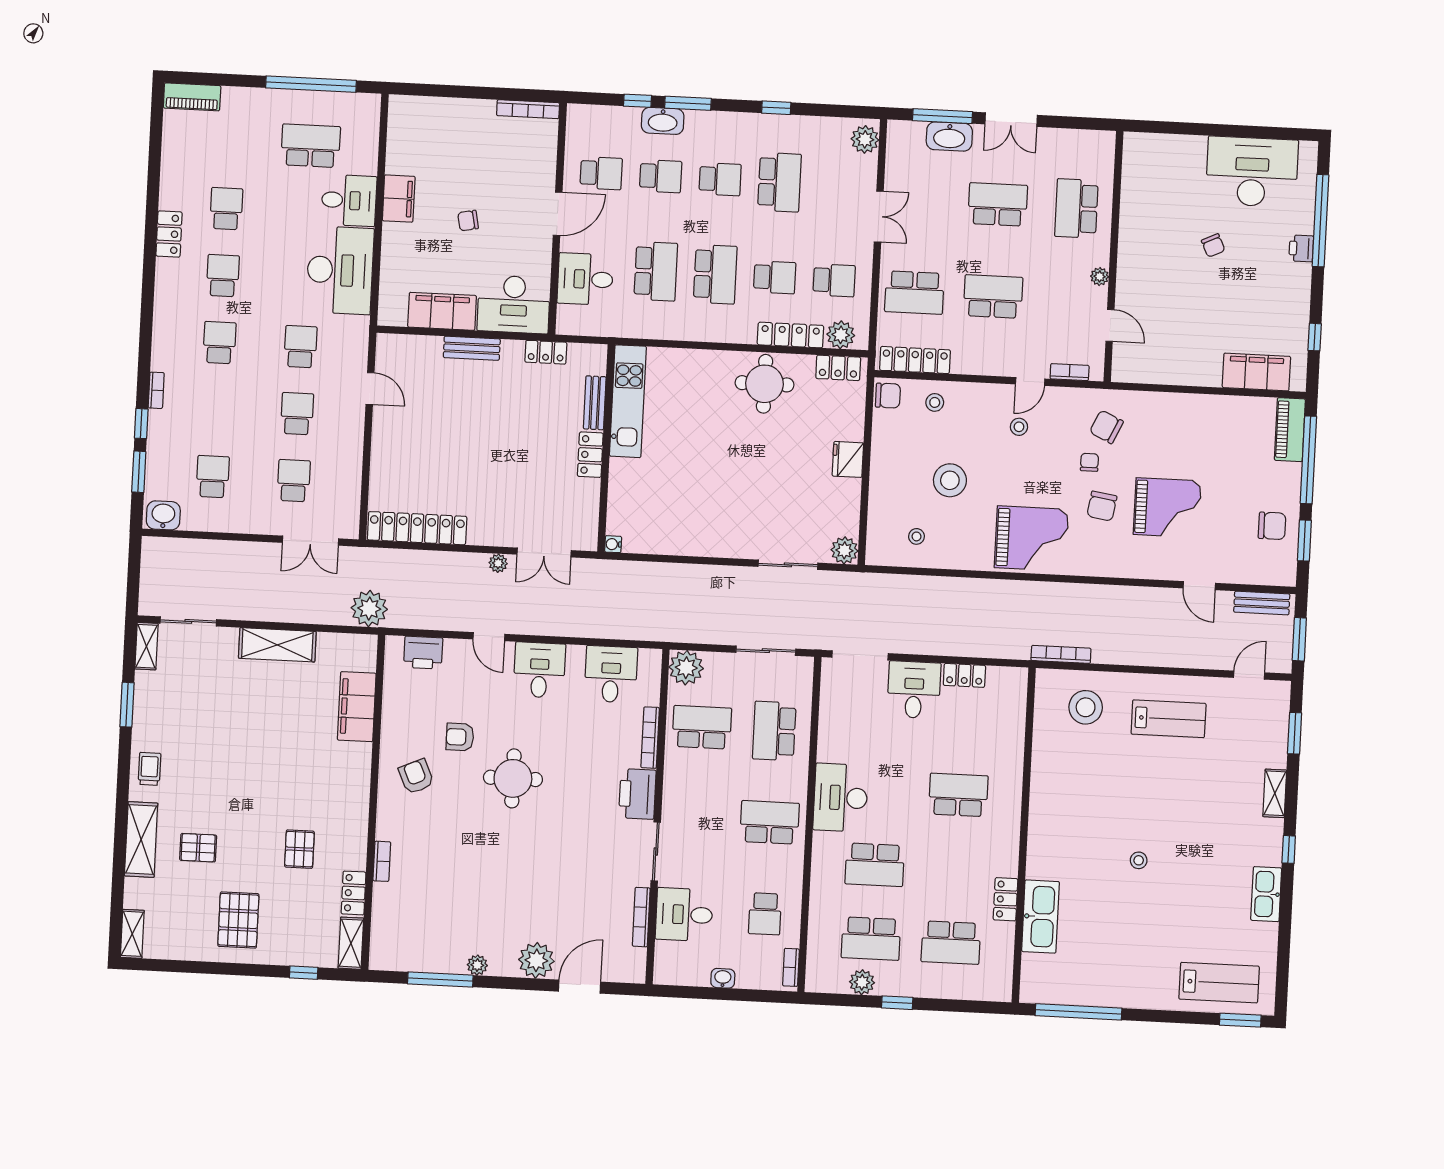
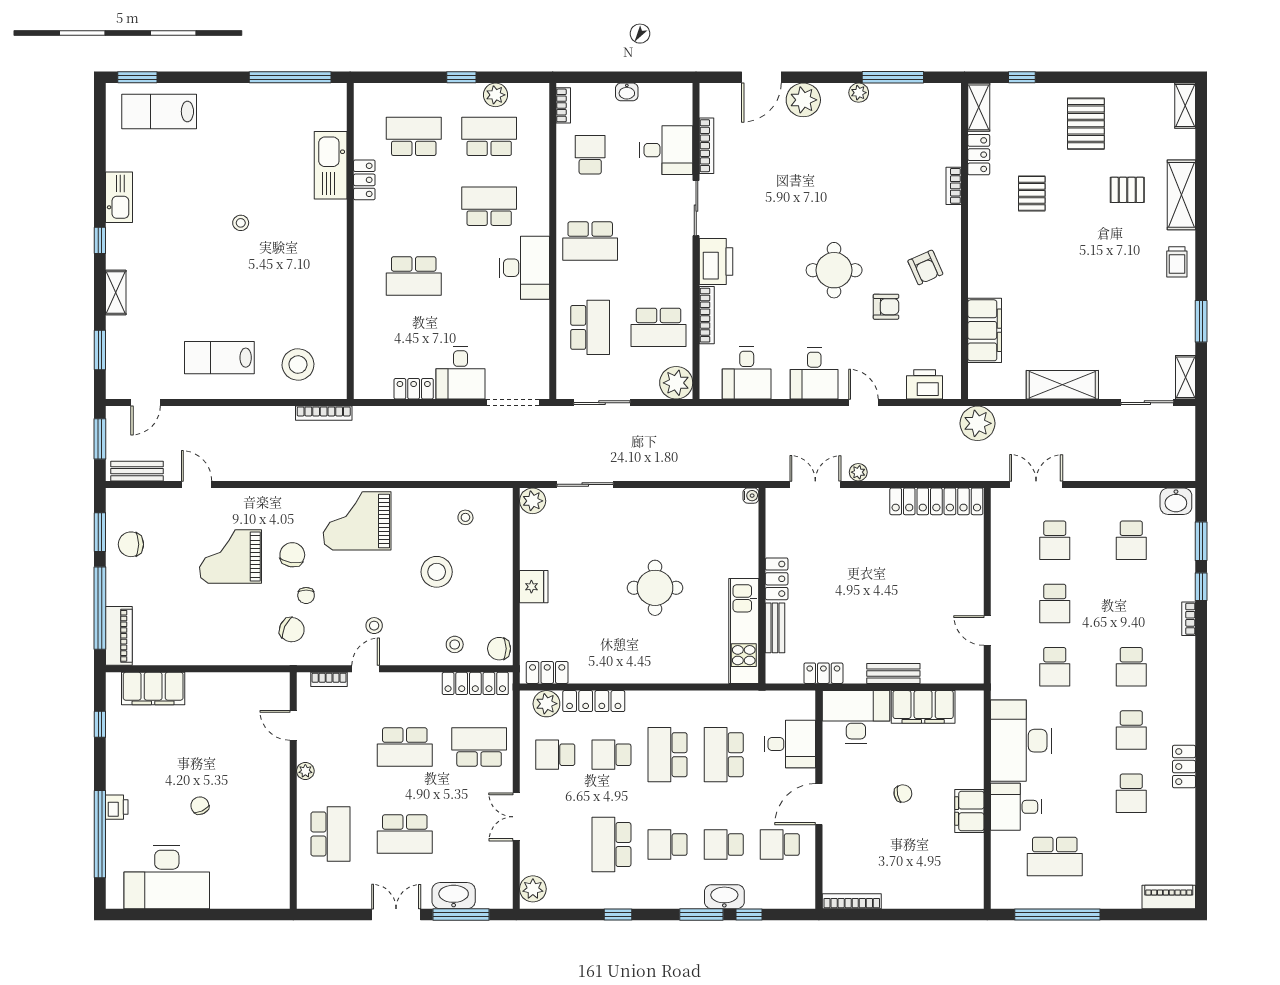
round table: (765, 384) -> (655, 588), moved

